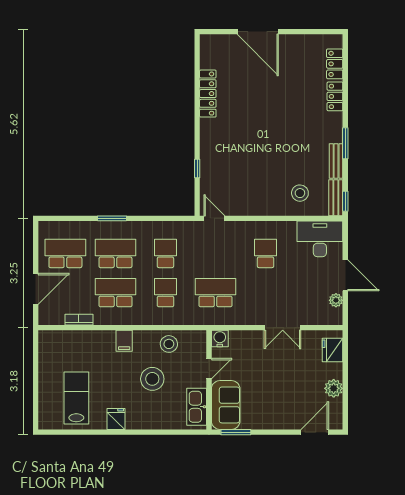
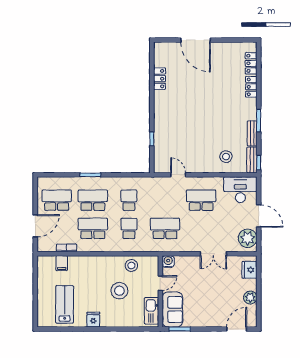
locker: (208, 94) -> (159, 79), width x0.66
door: (214, 218) -> (178, 175), moved
school desk: (266, 253) -> (201, 200), width x1.85
plant: (336, 300) -> (248, 238), width x1.87, depth x1.87
filing cabinet: (124, 341) -> (62, 263), moved

